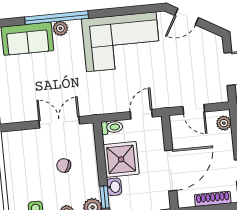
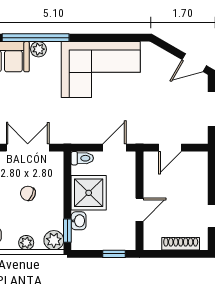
door: (187, 17) -> (194, 63), moved
door: (194, 109) -> (170, 148), hinge flipped
plant: (224, 123) -> (200, 165), removed
door: (171, 170) -> (139, 210), width x0.53

